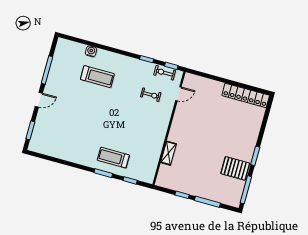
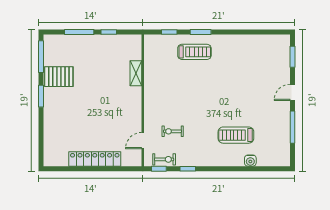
locker: (246, 95) -> (95, 159), moved

